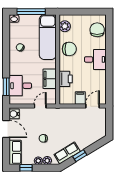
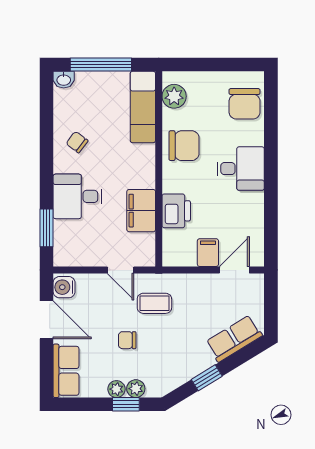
chair: (97, 30) -> (245, 104), turned 180
exam couch: (48, 37) -> (143, 107), width x0.73, depth x0.69
desk: (20, 86) -> (77, 196), moved
door: (40, 106) -> (120, 270), swing flipped
coffee table: (56, 121) -> (154, 303), added
row of seats: (67, 153) -> (234, 339), moved
window: (26, 168) -> (126, 404), moved

